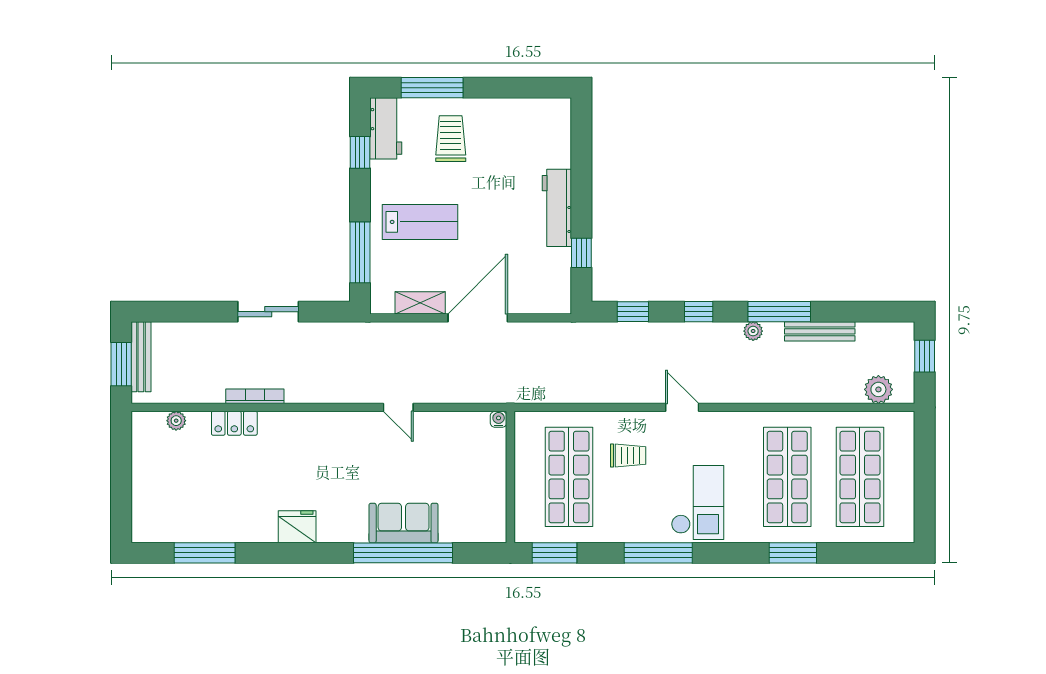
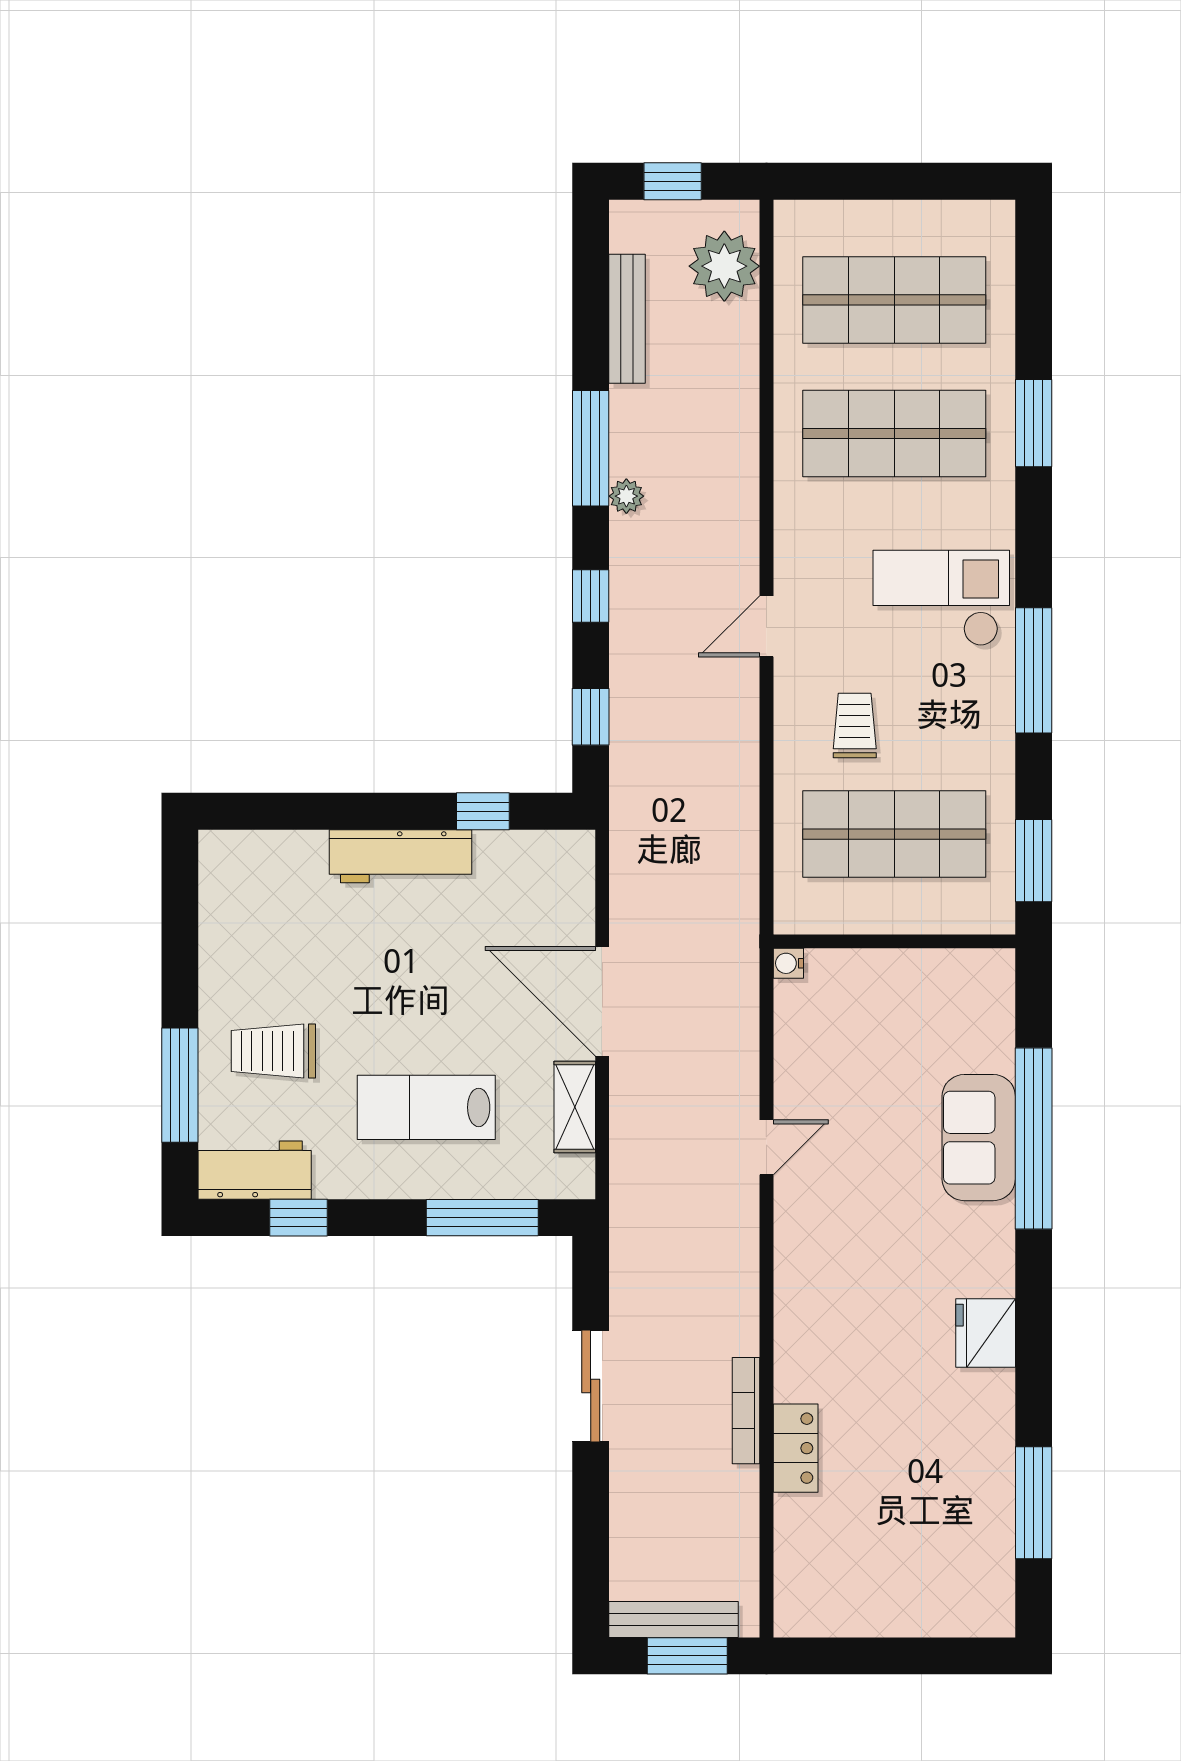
lab bench: (420, 222) -> (426, 1107), turned -90
bench: (820, 331) -> (627, 319), moved
plant: (878, 389) -> (724, 266), width x1.36, depth x1.36
plant: (176, 421) -> (791, 1555), removed

